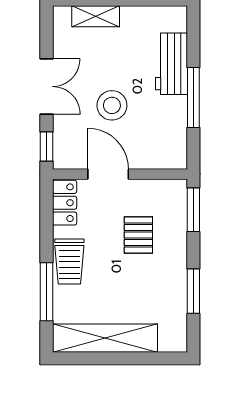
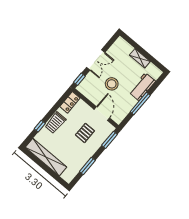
shelving: (96, 16) -> (140, 58), moved
door: (108, 174) -> (102, 114), moved
window: (46, 292) -> (40, 126), width x0.46

